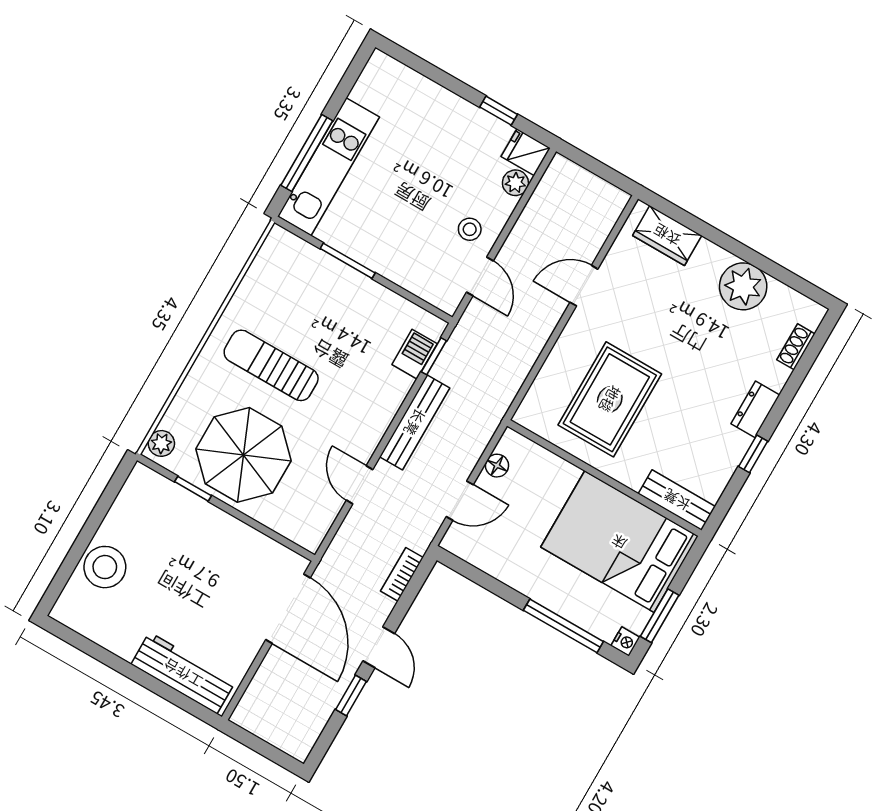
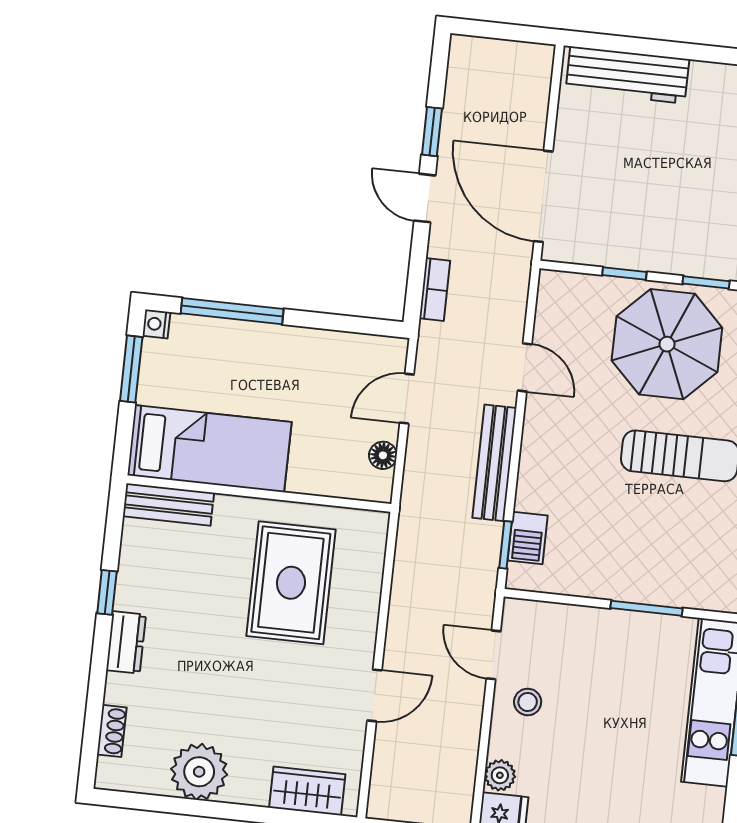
window: (252, 523) -> (624, 274), added
bed: (619, 542) -> (209, 449), width x0.67

